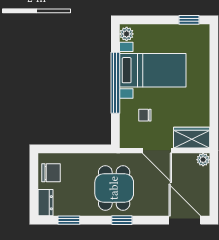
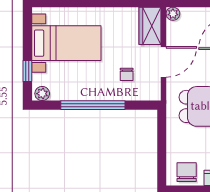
window: (189, 20) -> (27, 71), moved
bed with nightstands: (153, 70) -> (66, 43), moved, turned 90

